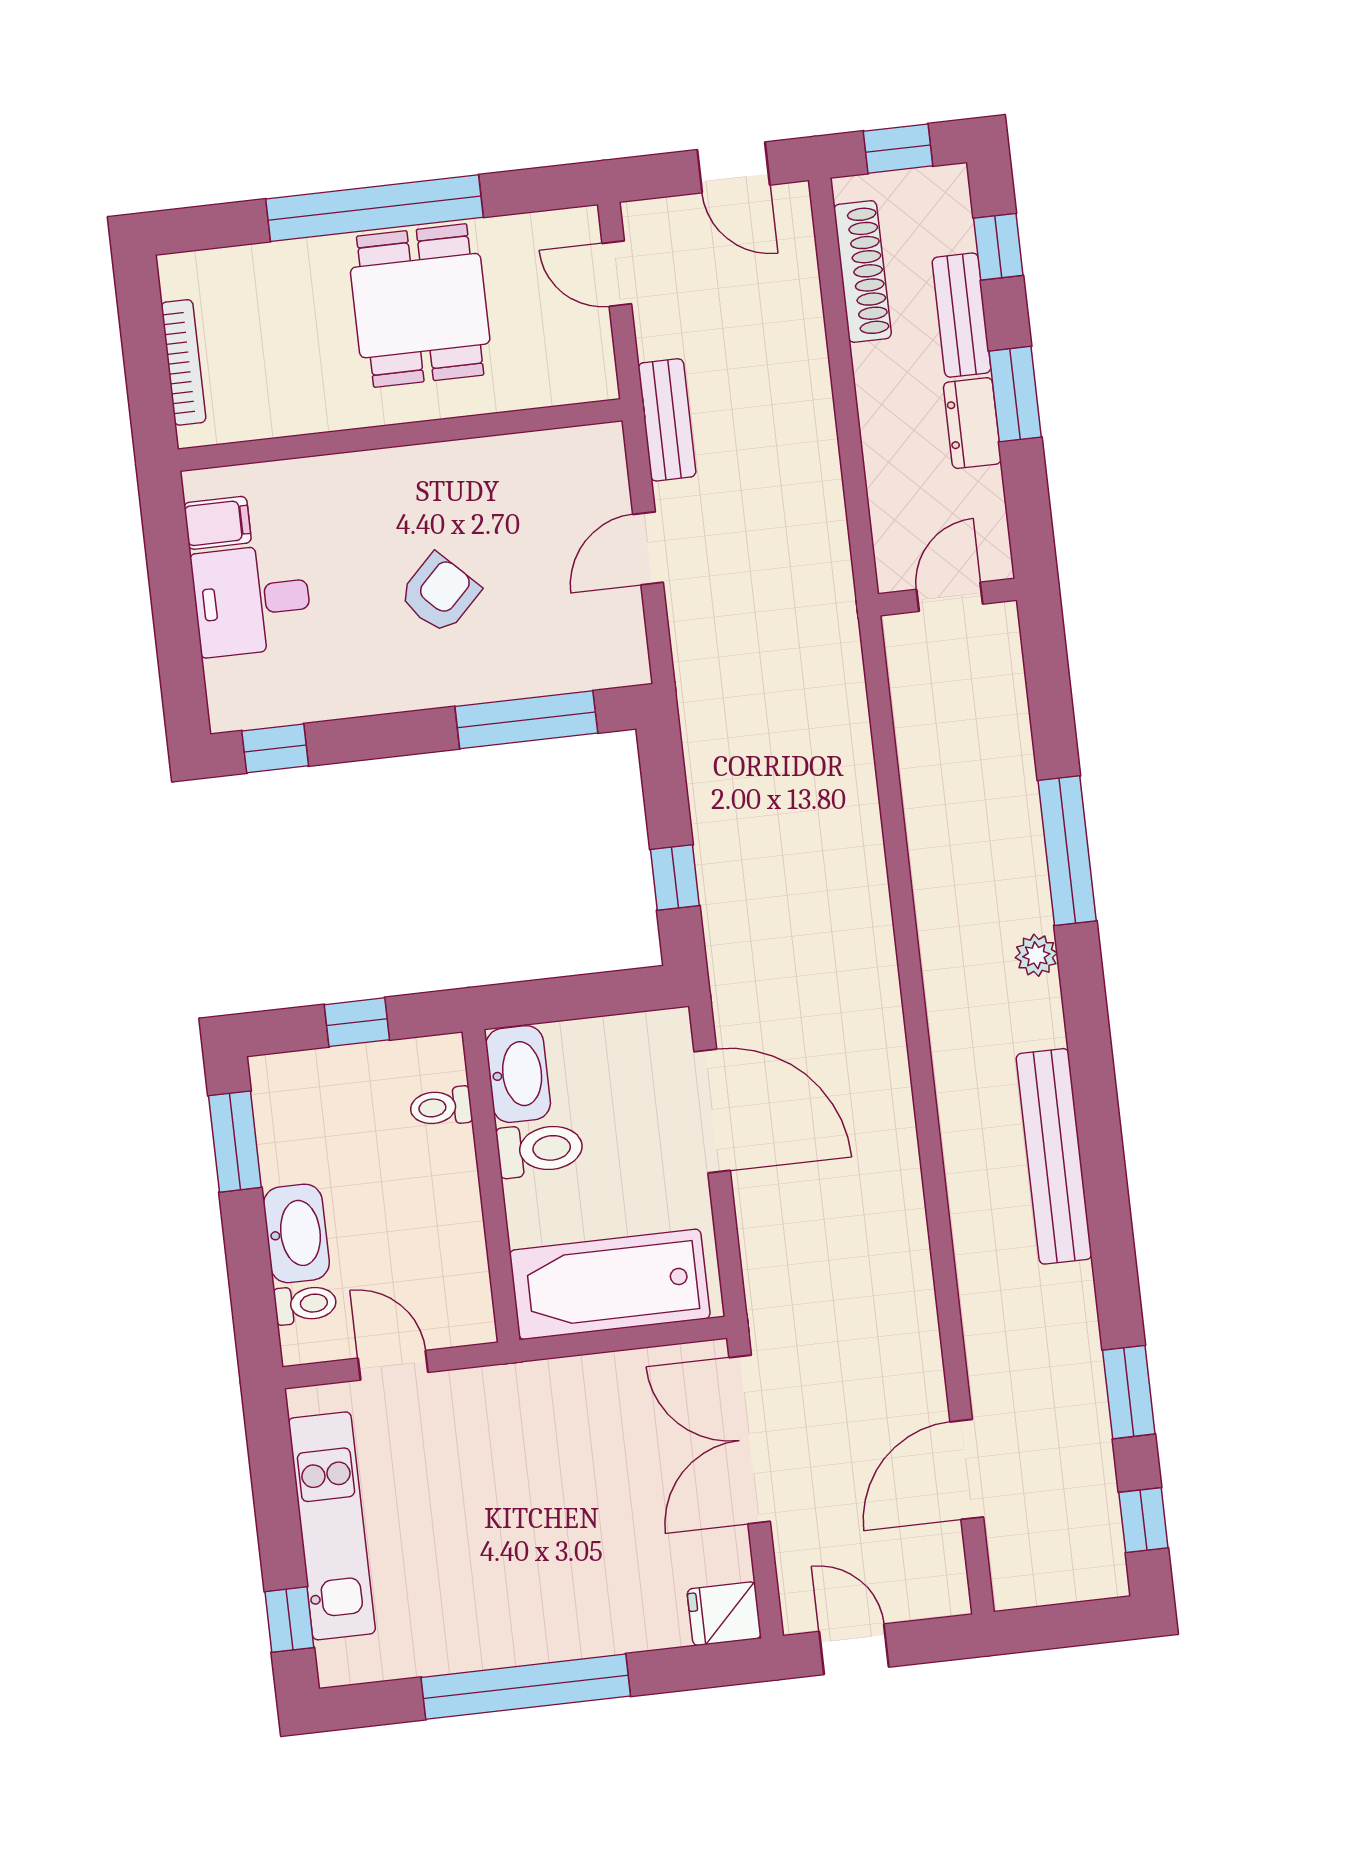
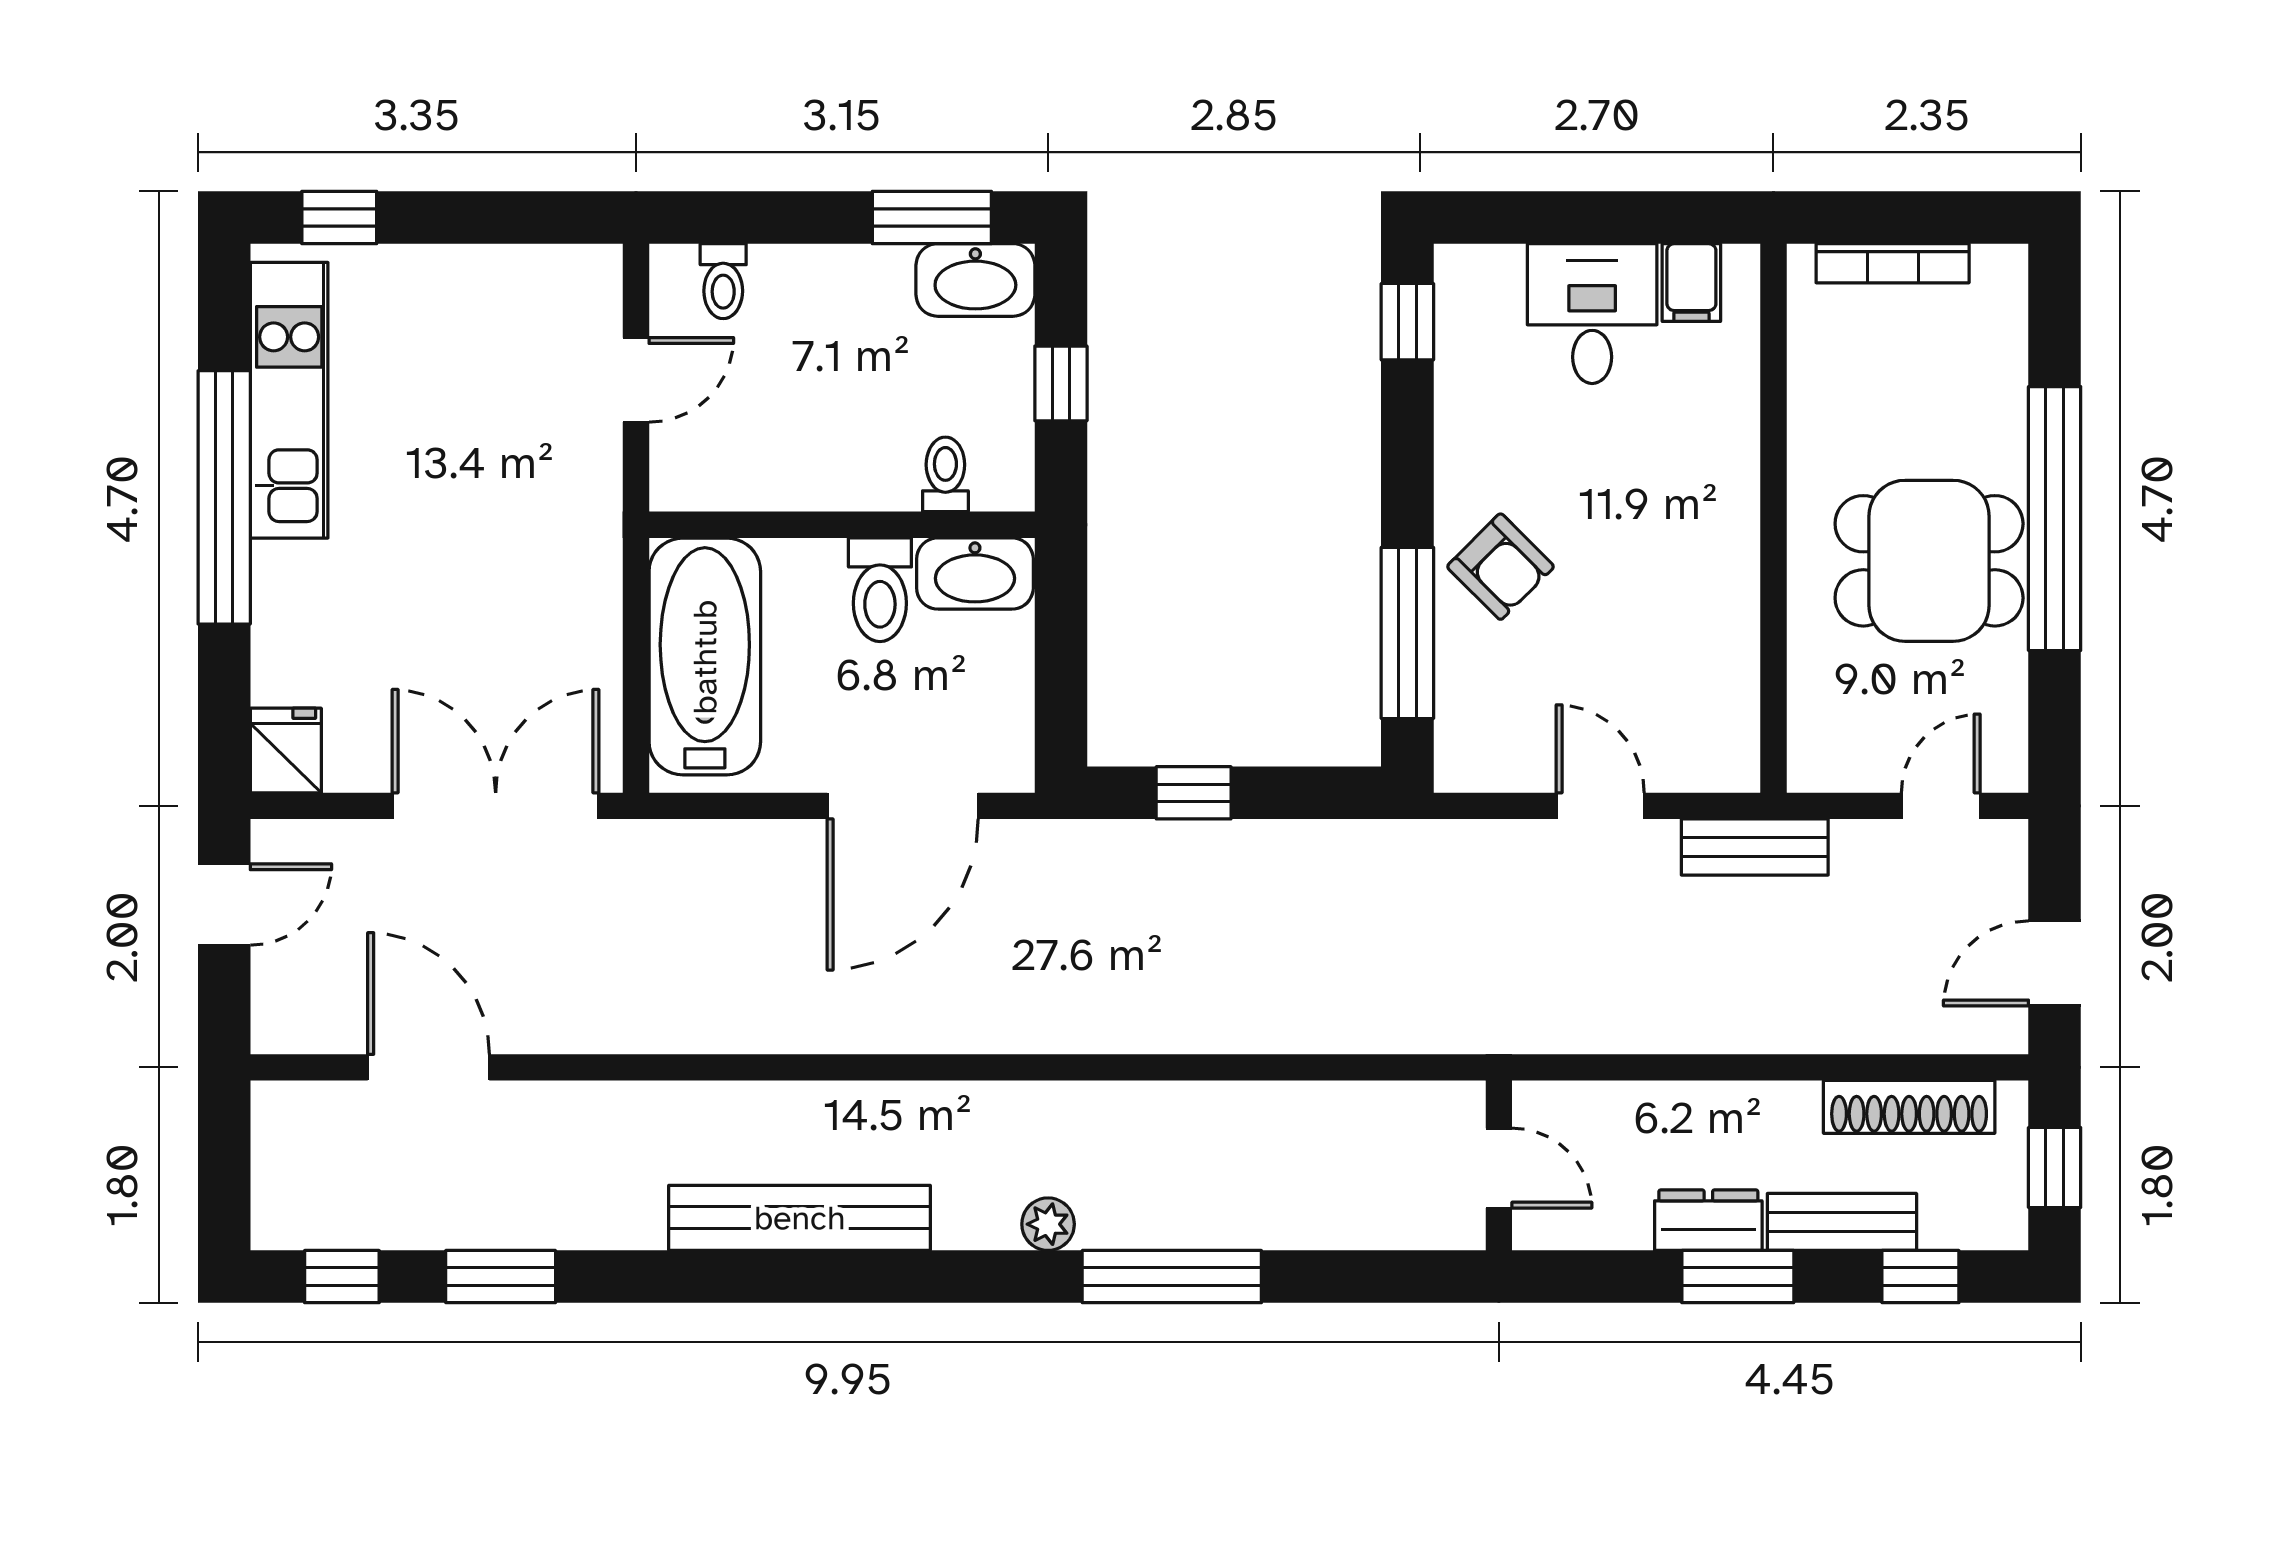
armchair: (439, 593) -> (1501, 567), moved
washbasin: (296, 1233) -> (975, 280), moved
kitchen unit: (332, 1526) -> (289, 400), moved, turned -90

